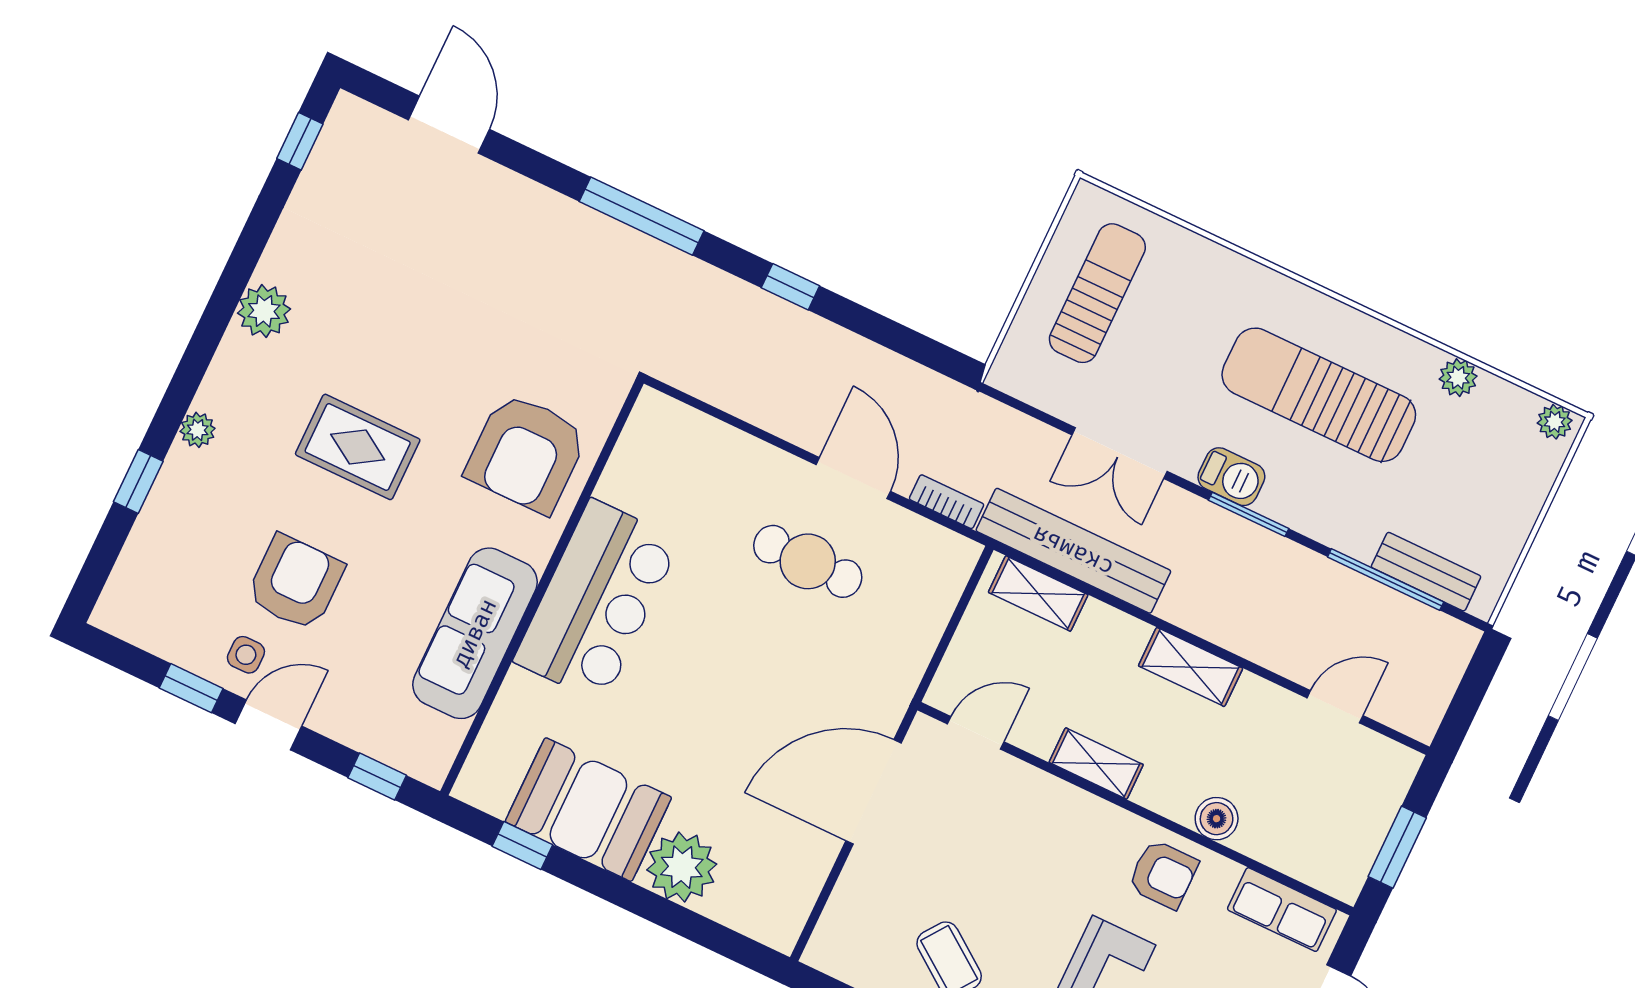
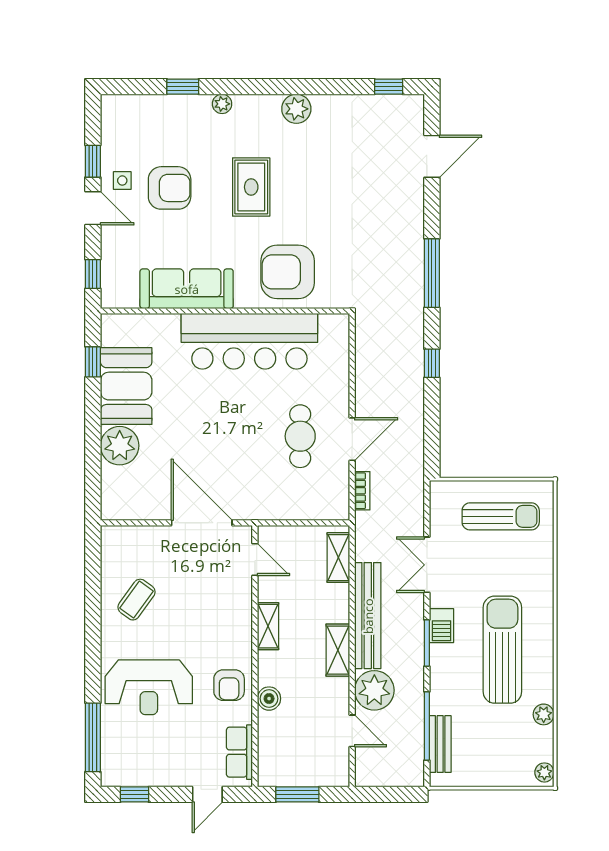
bench: (1073, 551) -> (368, 616), moved
bar counter: (597, 601) -> (249, 341), width x1.36
plant: (1286, 638) -> (374, 690), added

